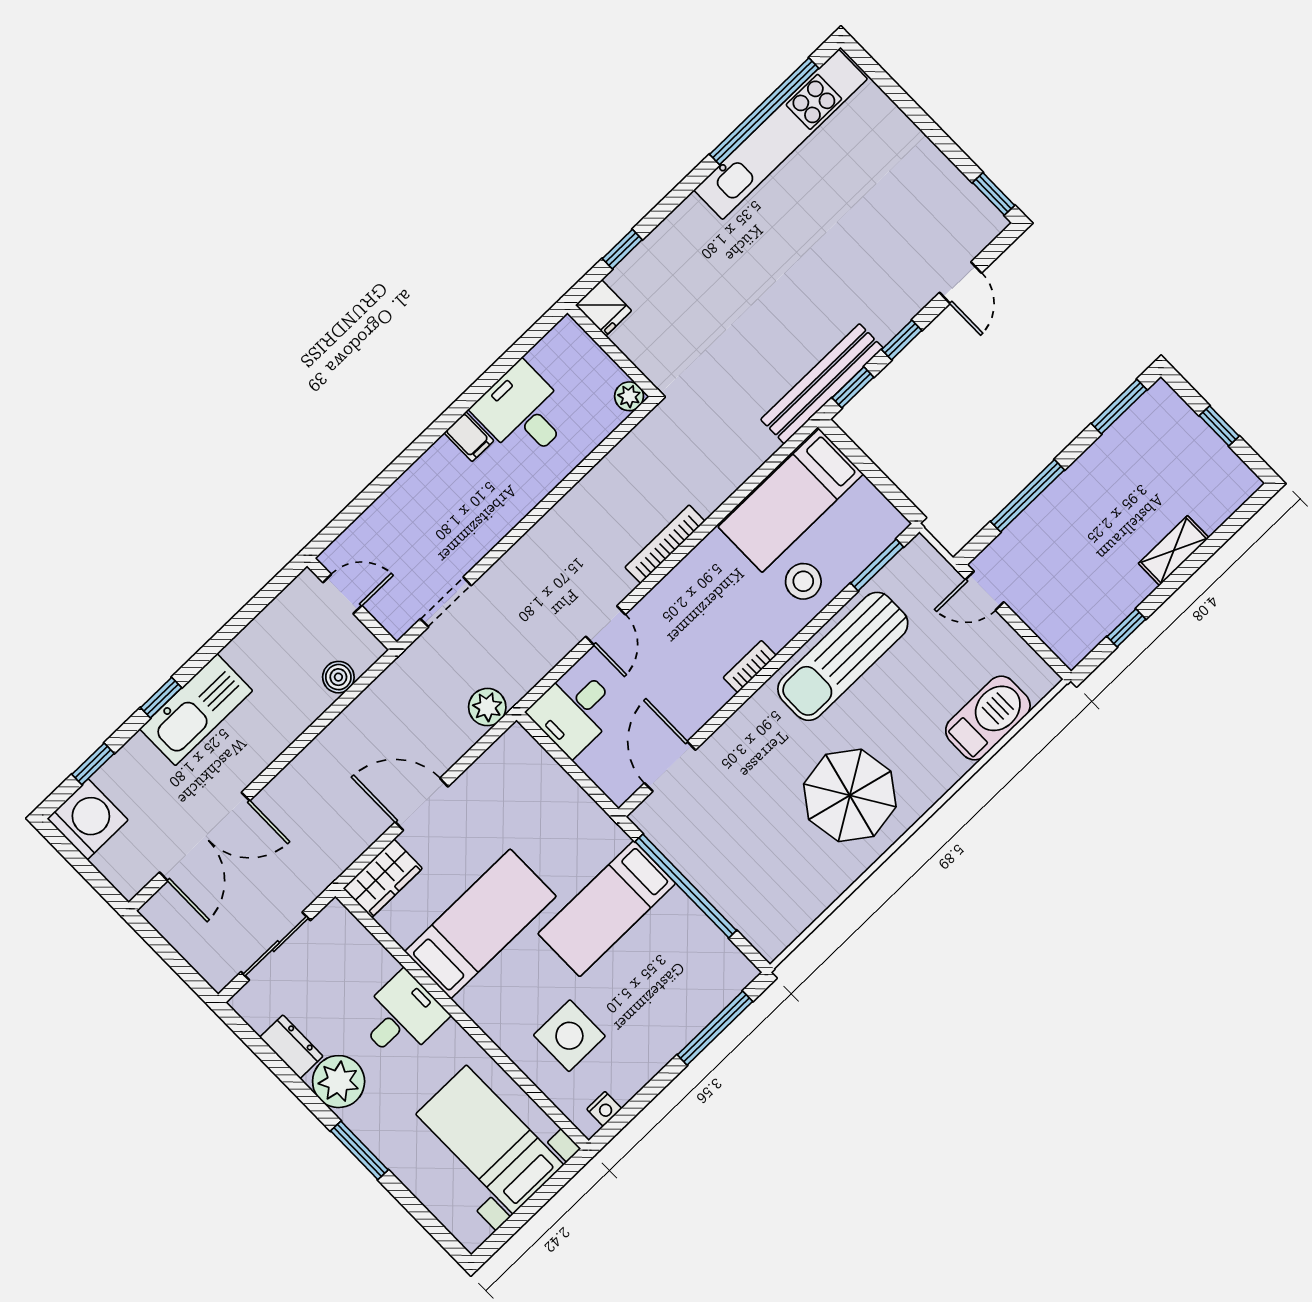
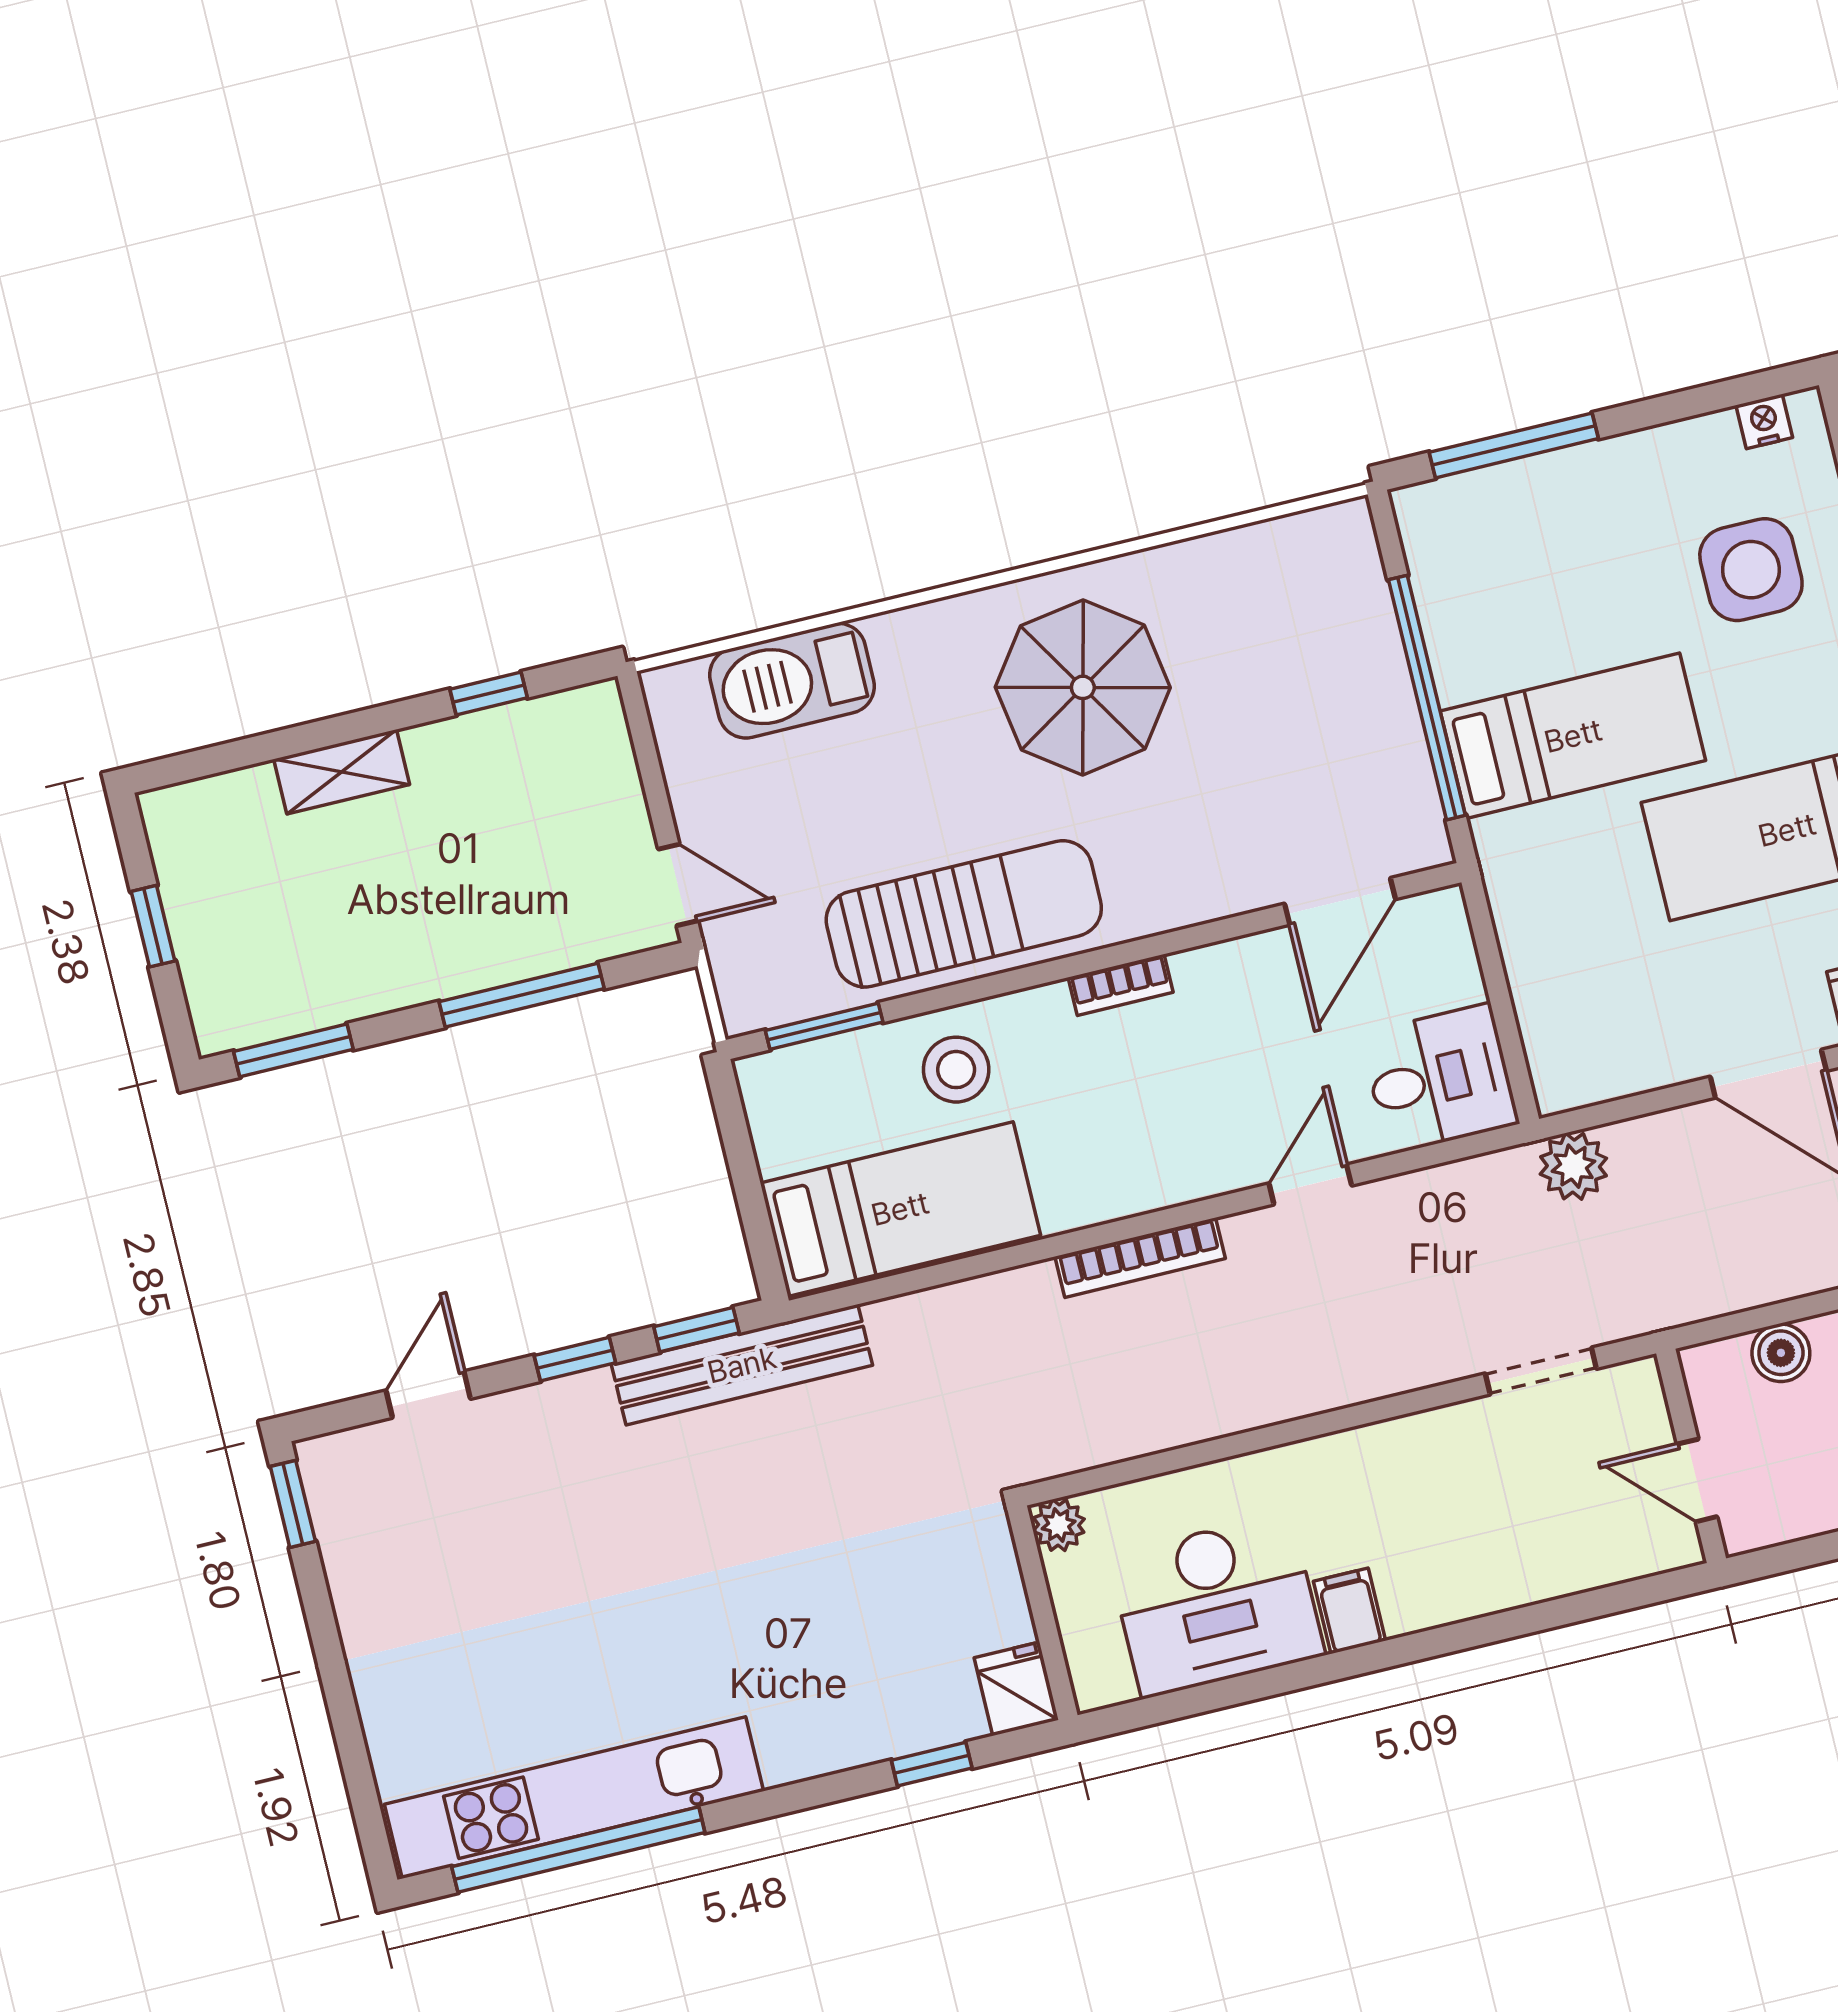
desk: (523, 412) -> (1216, 1605), width x1.37

